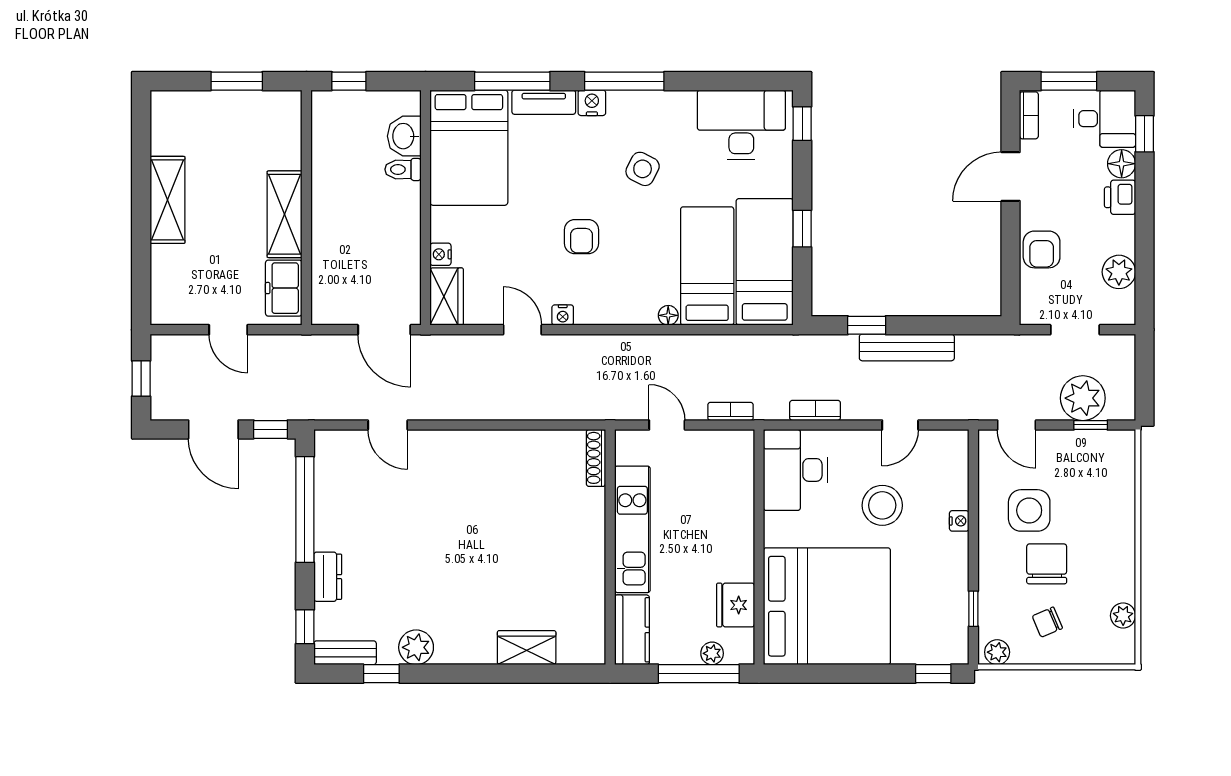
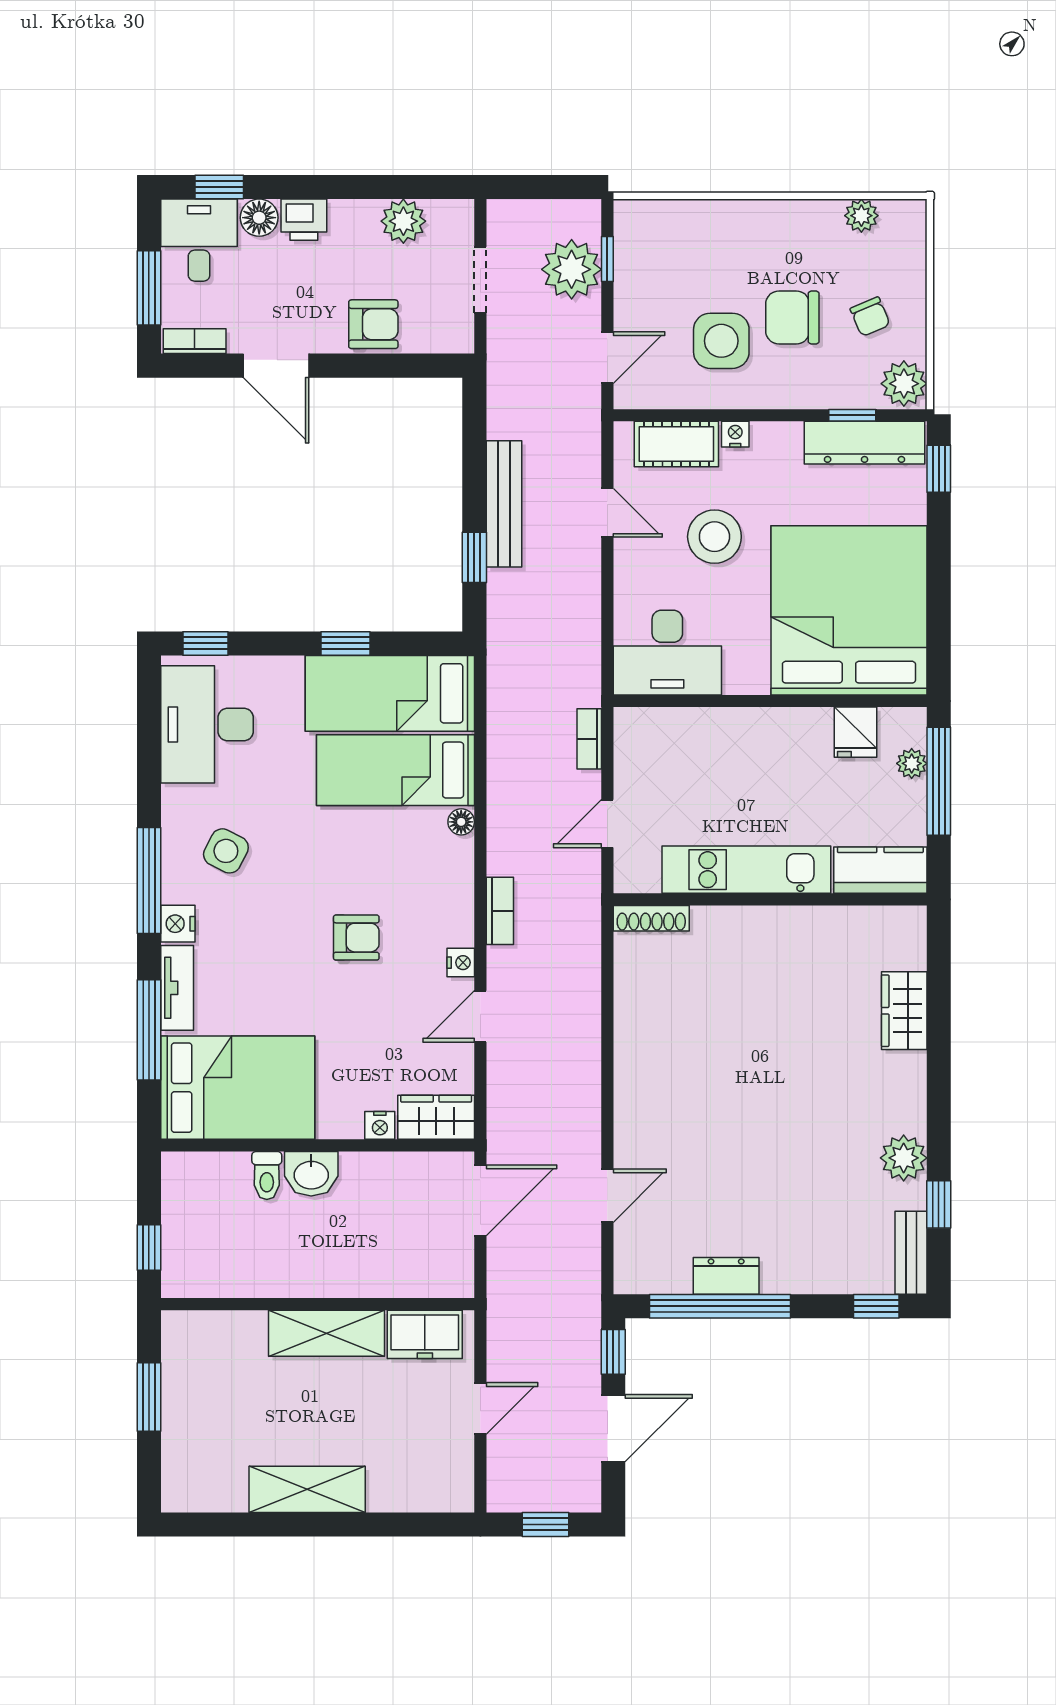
washbasin: (404, 136) -> (311, 1174), moved
side table: (643, 169) -> (226, 851), moved
bookcase: (815, 410) -> (500, 911), moved, turned 180
cot: (952, 477) -> (676, 444), added
dresser: (328, 577) -> (726, 1276), moved
fridge: (736, 605) -> (855, 732), width x0.72
dresser: (953, 618) -> (865, 443), added
plant: (997, 652) -> (904, 384), width x1.38, depth x1.38

